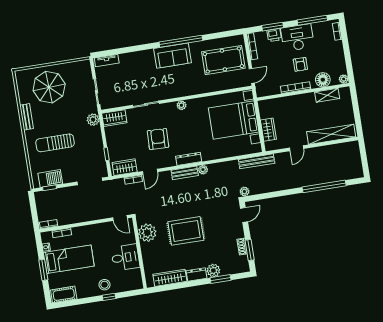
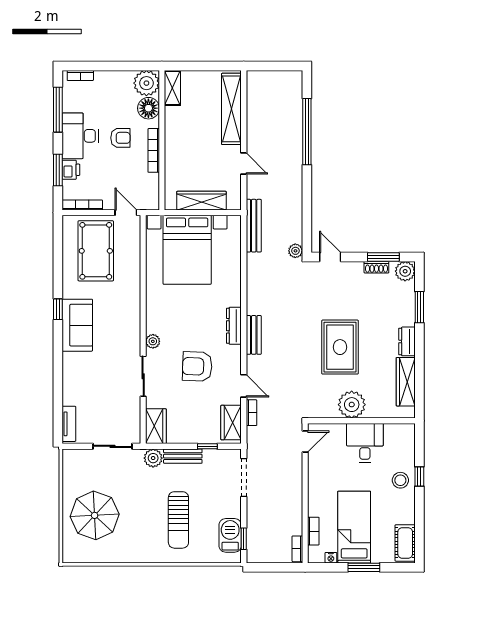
window: (181, 41) -> (58, 309), width x0.32
plant: (344, 79) -> (146, 83), width x1.88, depth x1.88
shelving: (327, 95) -> (172, 88), moved
plant: (181, 105) -> (153, 341), moved
bench: (27, 117) -> (183, 456), moved
wardrobe: (268, 130) -> (201, 201), width x1.50
plant: (203, 170) -> (253, 307), removed
plant: (147, 233) -> (352, 405), moved
plant: (213, 270) -> (405, 271), moved

